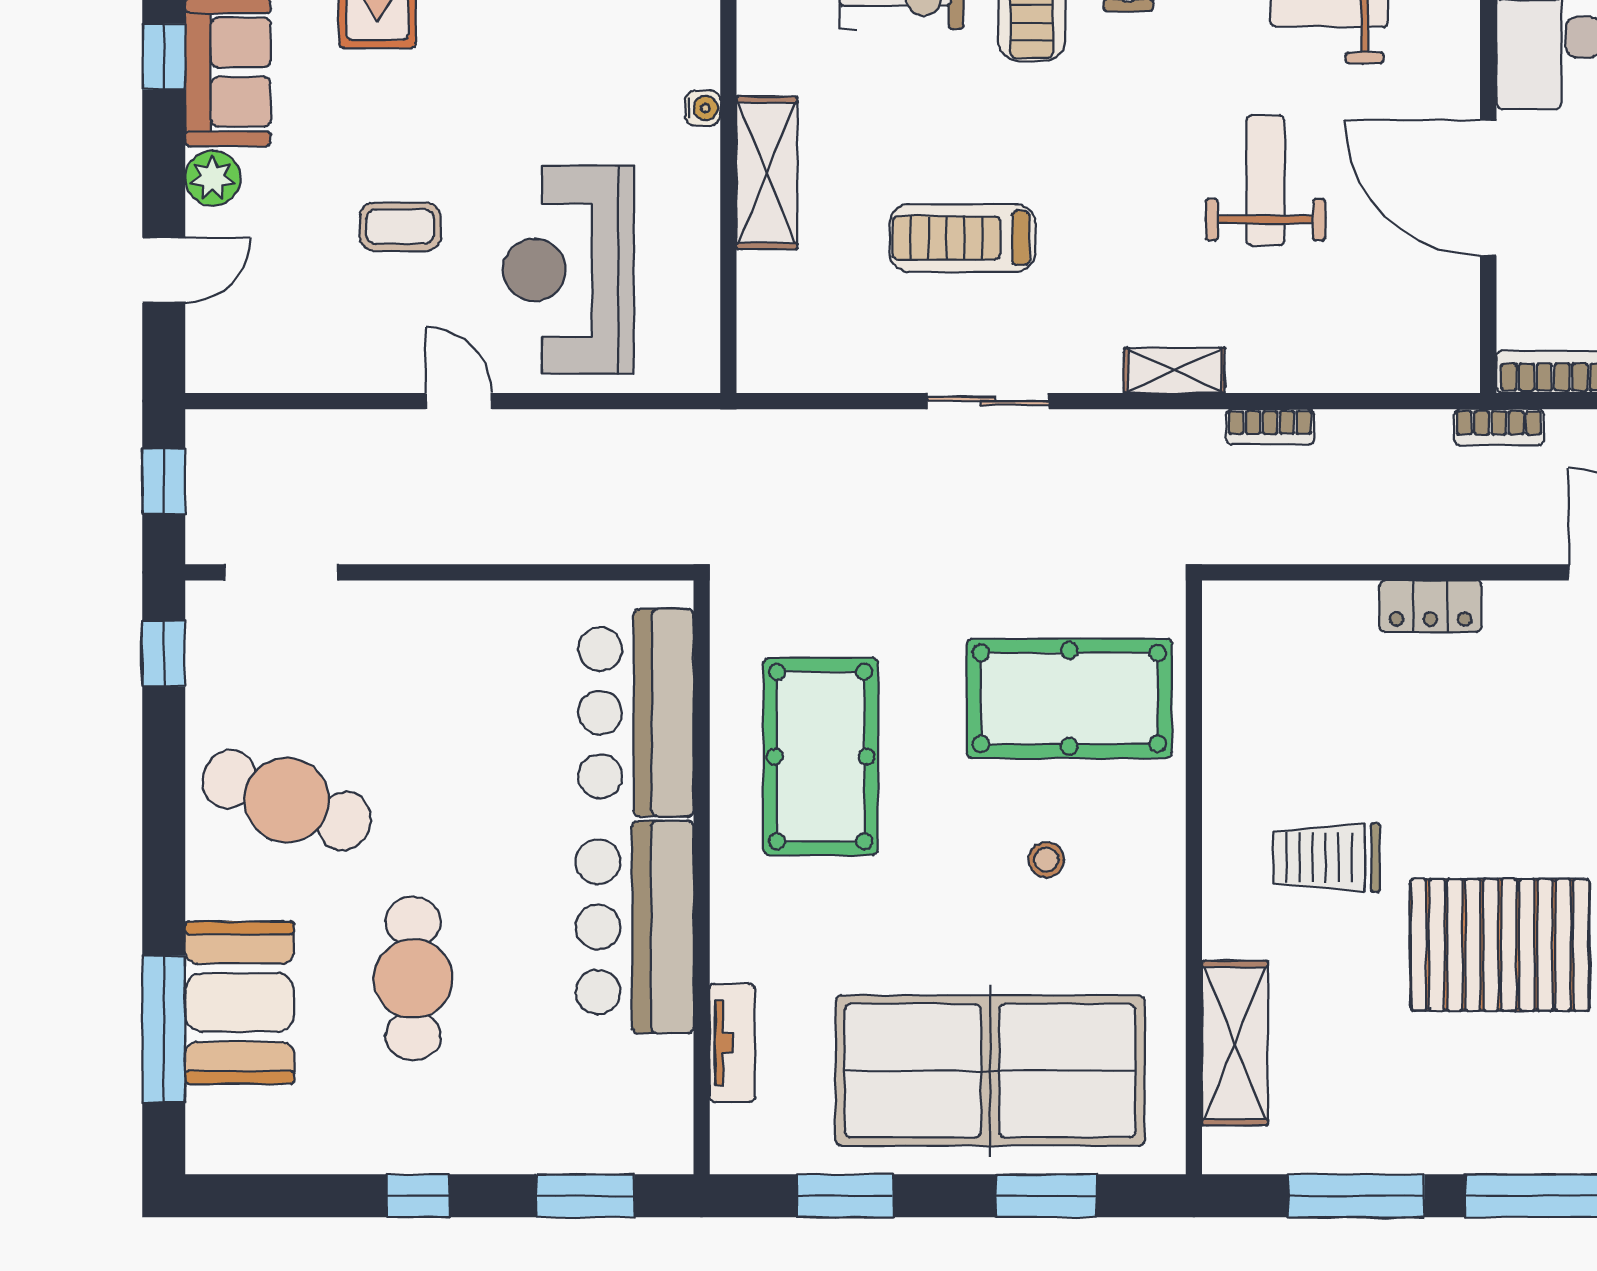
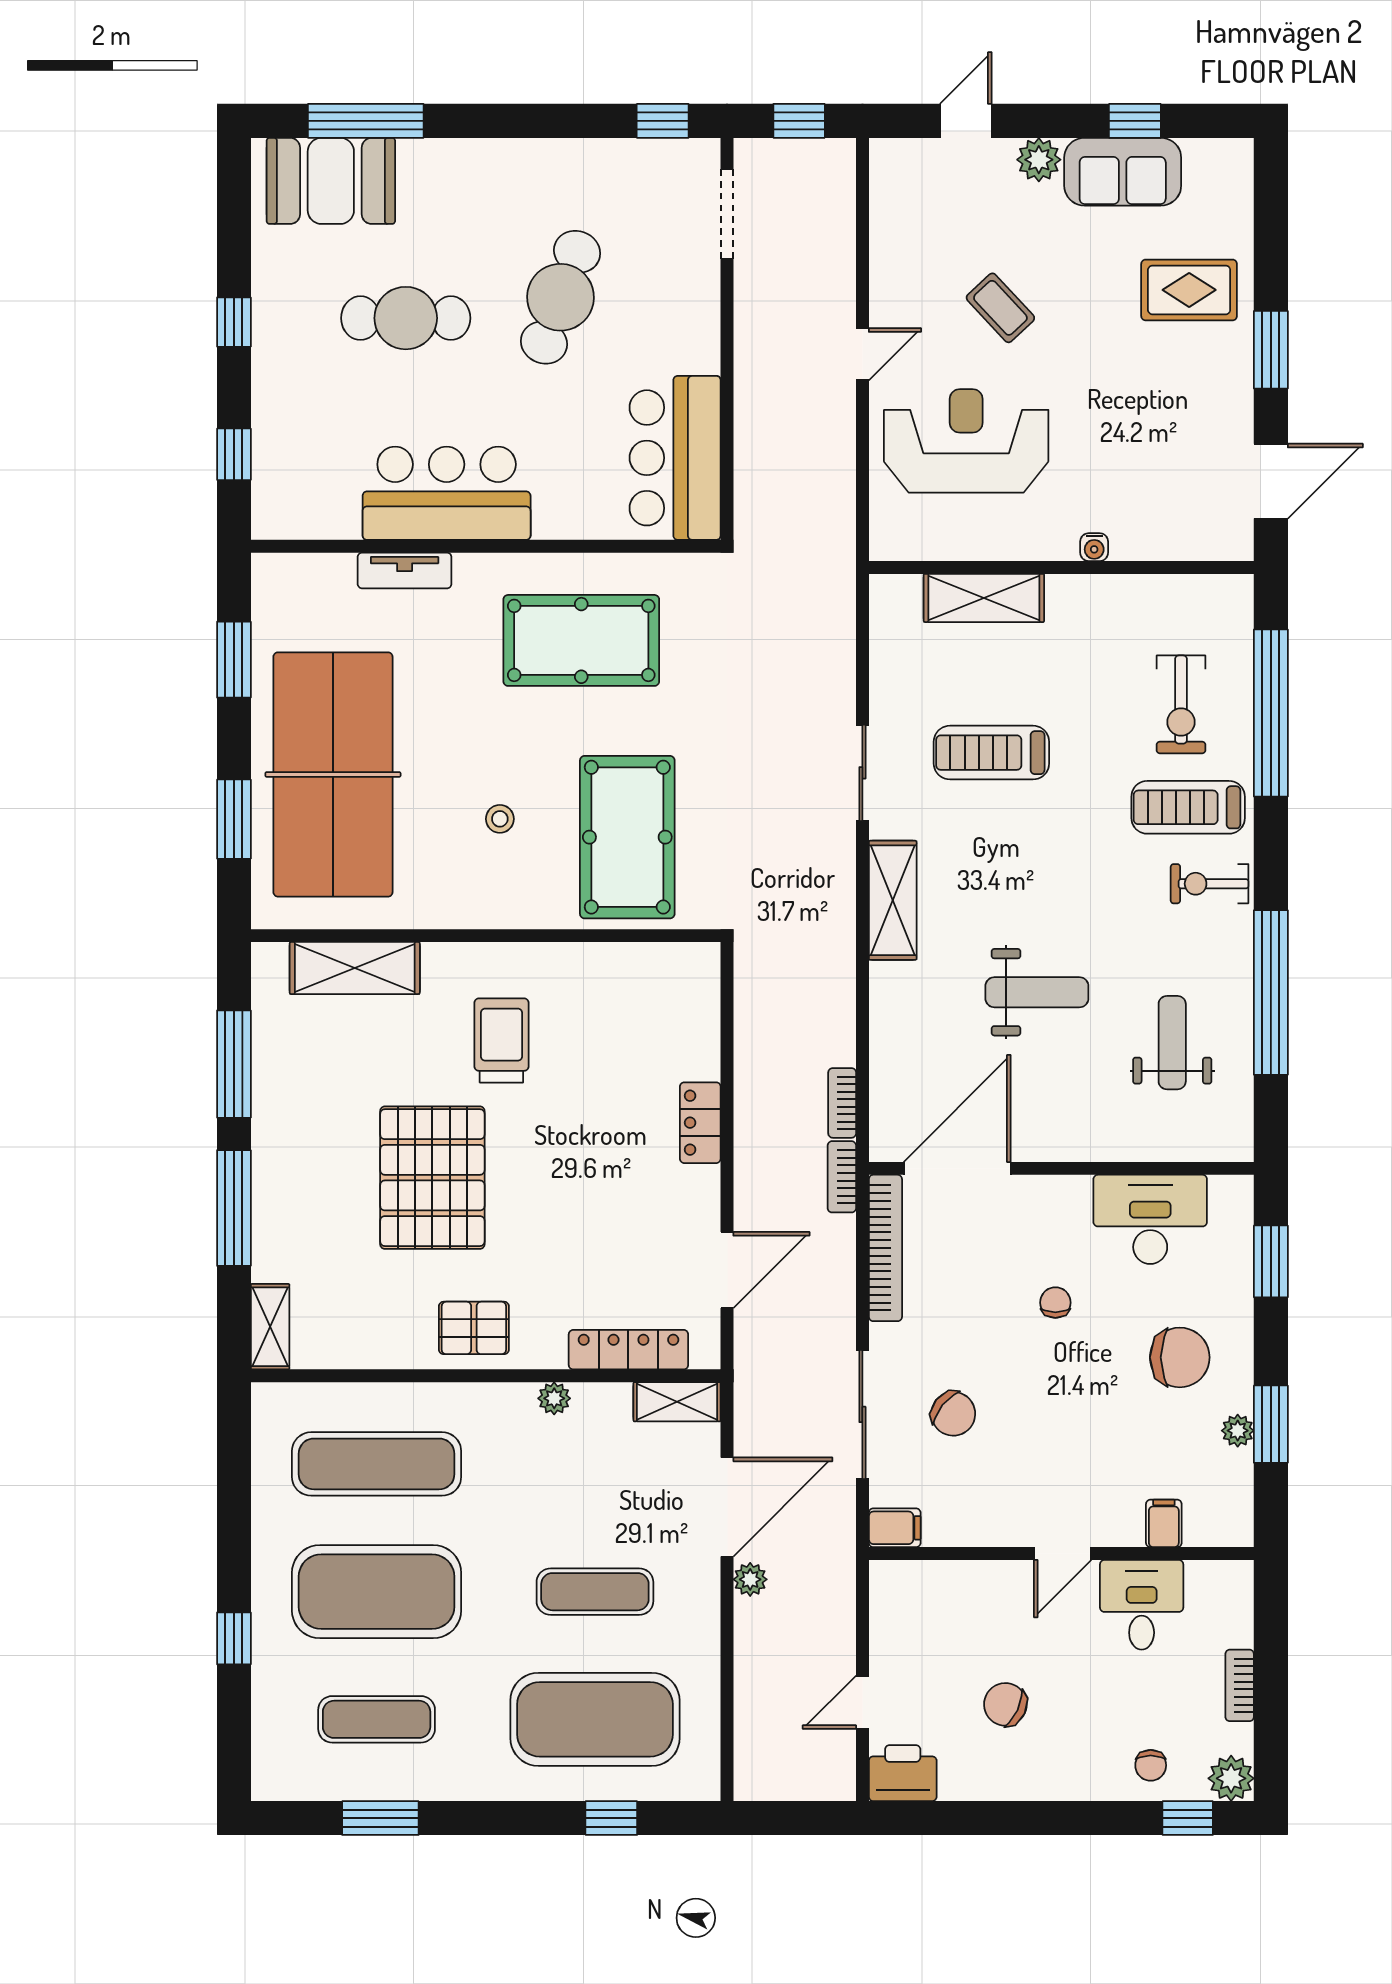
shelving: (767, 173) -> (984, 598), moved
door: (1488, 188) -> (957, 1168), moved
coffee table: (400, 227) -> (1000, 308), turned -43
treadmill: (962, 238) -> (991, 753), turned -90
door: (164, 270) -> (966, 121), swing flipped
shelving: (1174, 370) -> (893, 900), width x1.50, depth x1.33
bookcase: (1270, 427) -> (842, 1103), moved
bar counter: (636, 713) -> (675, 458), moved, turned -90
cafe table: (287, 800) -> (560, 297), moved
booth: (240, 1003) -> (331, 181), moved
tv unit: (732, 1043) -> (405, 570), moved
window: (585, 1196) -> (234, 454), width x0.67

